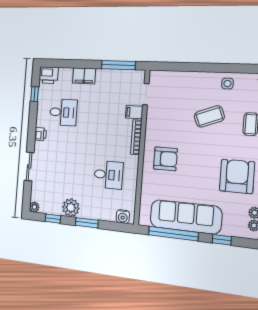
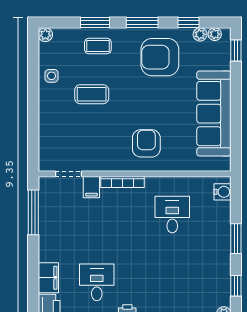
filing cabinet: (84, 76) -> (48, 278), moved
coffee table: (209, 117) -> (92, 94), turned -69
plant: (71, 208) -> (219, 262), removed
window: (173, 234) -> (236, 127), removed
window: (222, 240) -> (236, 50), moved

